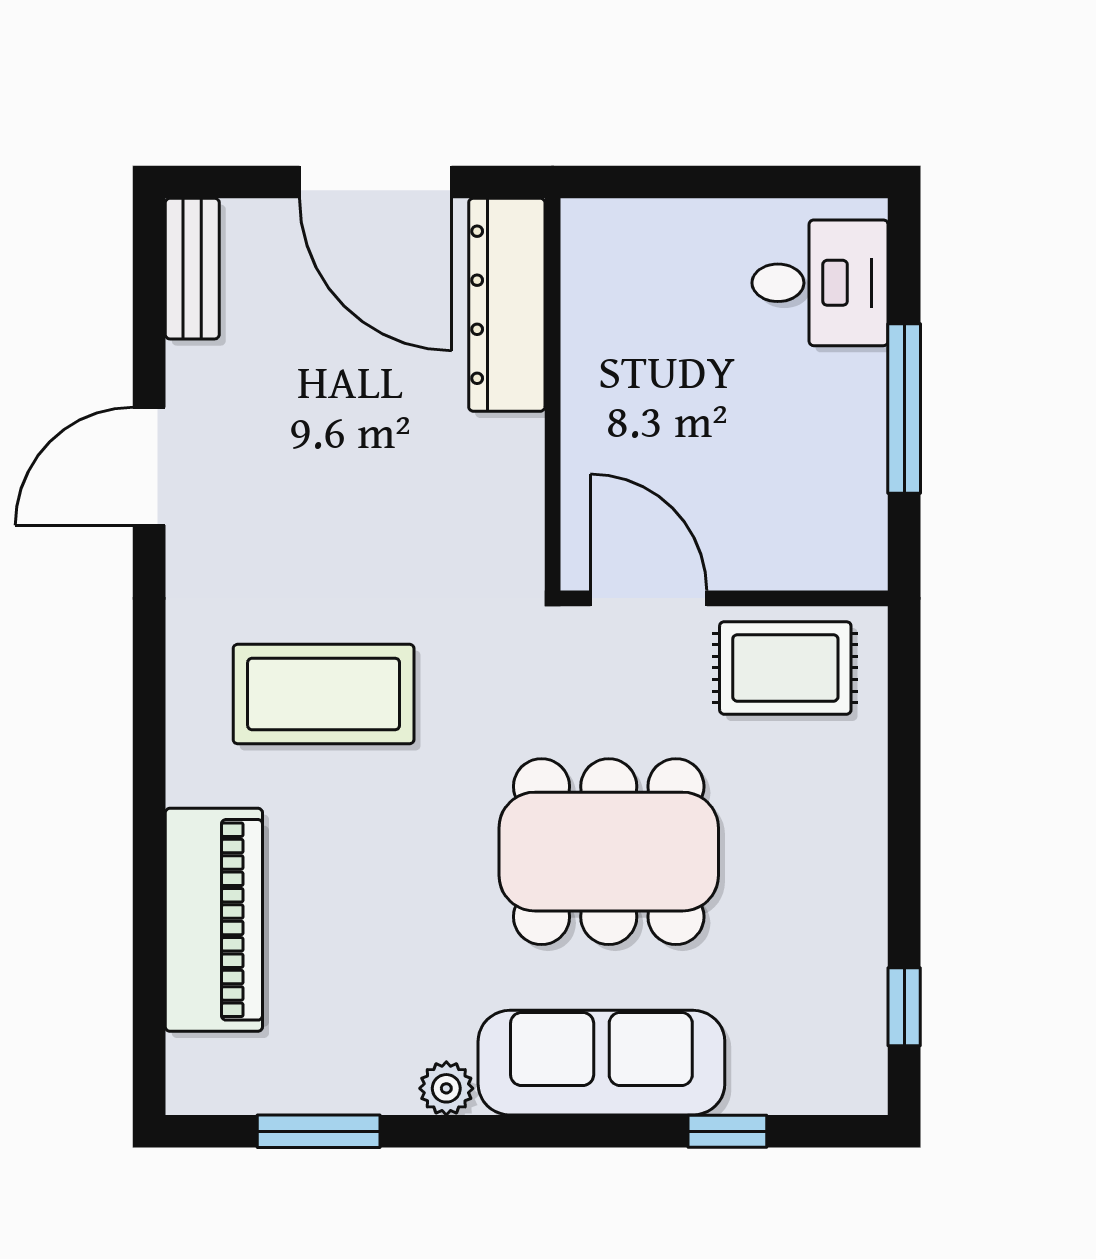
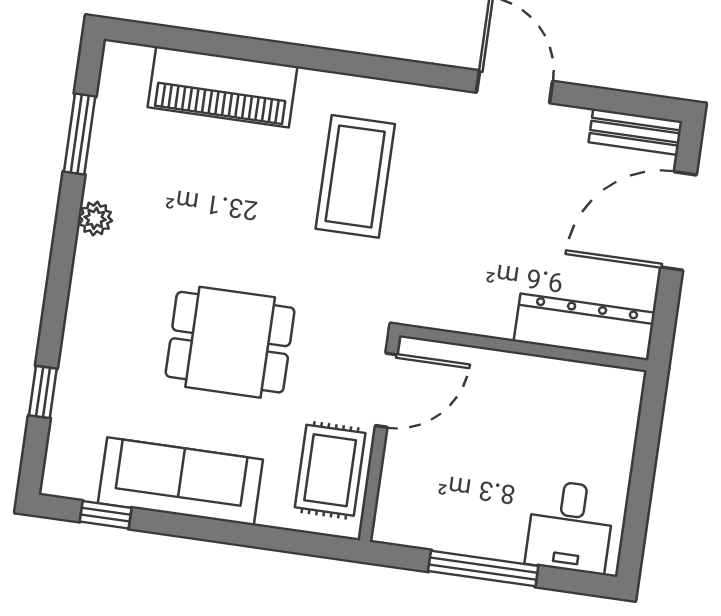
door: (376, 182) -> (679, 221), moved
dining table: (609, 852) -> (230, 342), width x0.73
sofa: (601, 1063) -> (180, 481), moved, turned -90

